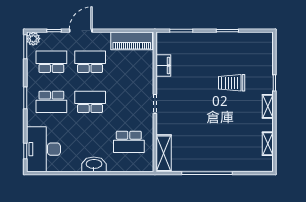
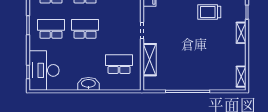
school desk: (51, 102) -> (51, 29), turned 180
school desk: (129, 142) -> (119, 64), turned 180
shelving: (268, 144) -> (241, 77), moved
shelving: (164, 153) -> (150, 60), moved

